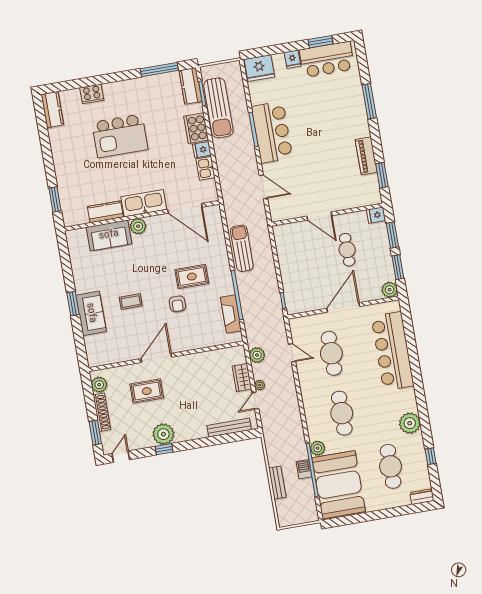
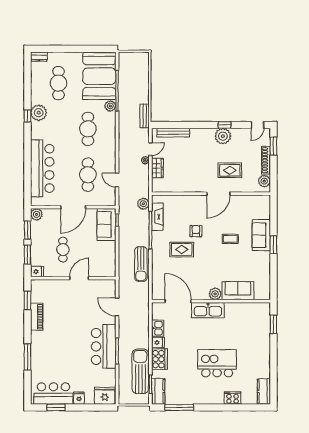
kitchen counter: (105, 212) -> (238, 309), removed
door: (319, 216) -> (79, 278), hinge flipped
sofa: (296, 292) -> (106, 224), added
plant: (257, 355) -> (143, 204), moved
window: (431, 456) -> (27, 116), moved
barbecue: (304, 469) -> (123, 92), removed
bench: (277, 483) -> (145, 116), moved

